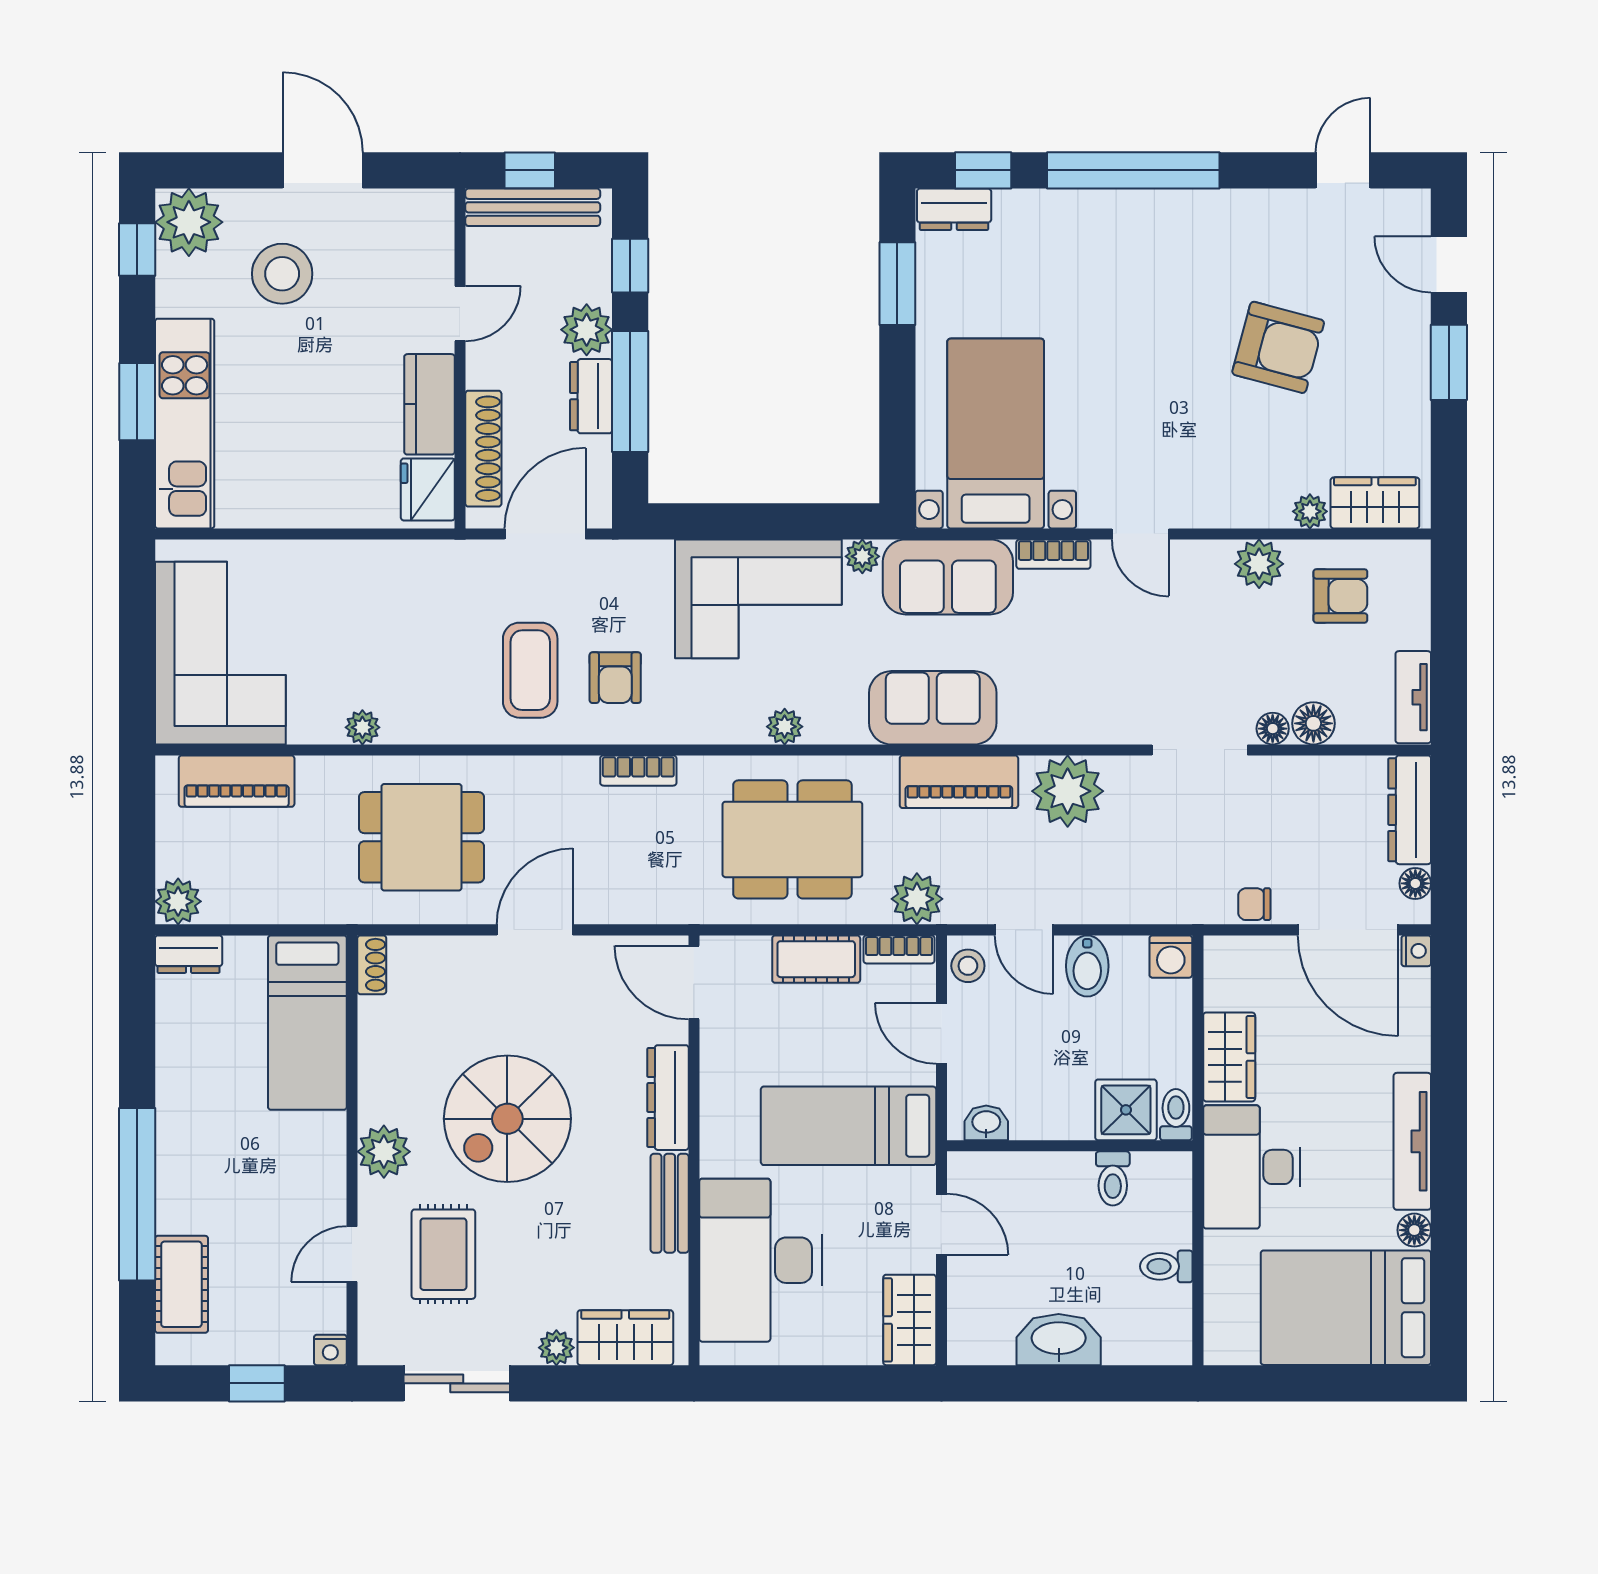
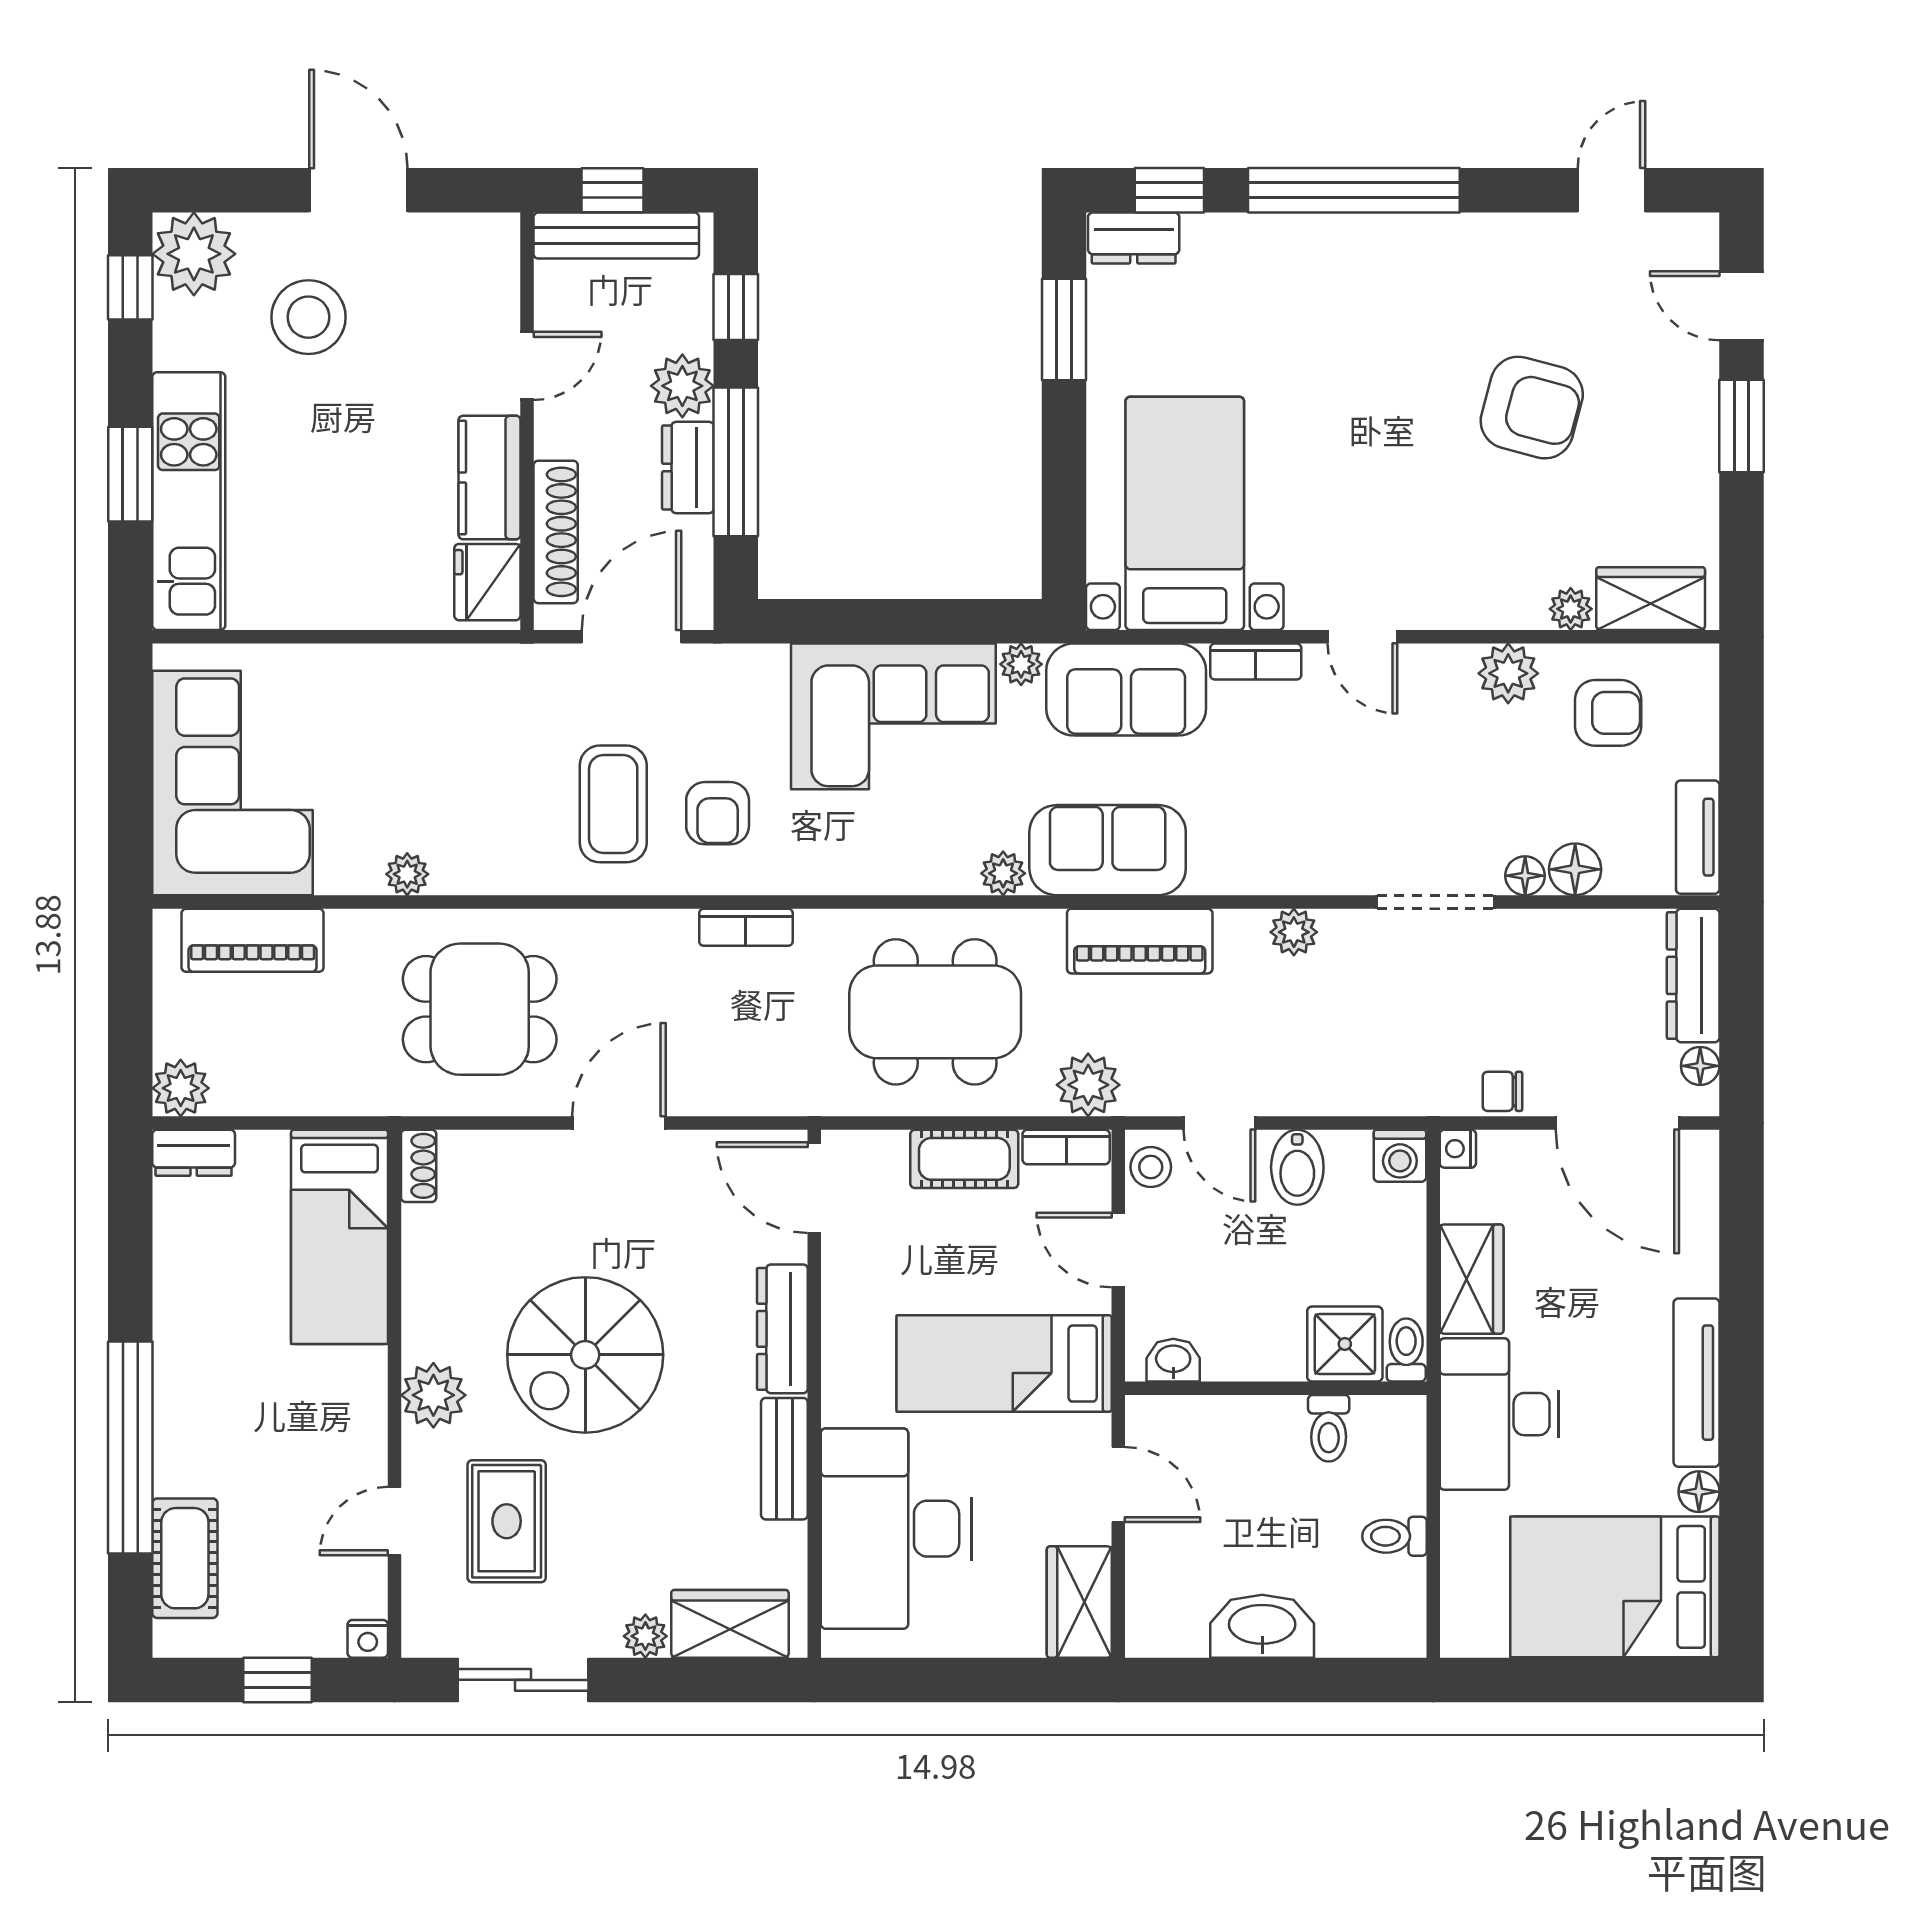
plant: (785, 727) -> (1003, 873), moved
plant: (1068, 791) -> (1294, 932), width x0.53, depth x0.53
nightstand: (1416, 951) -> (1458, 1149), moved, turned 180

